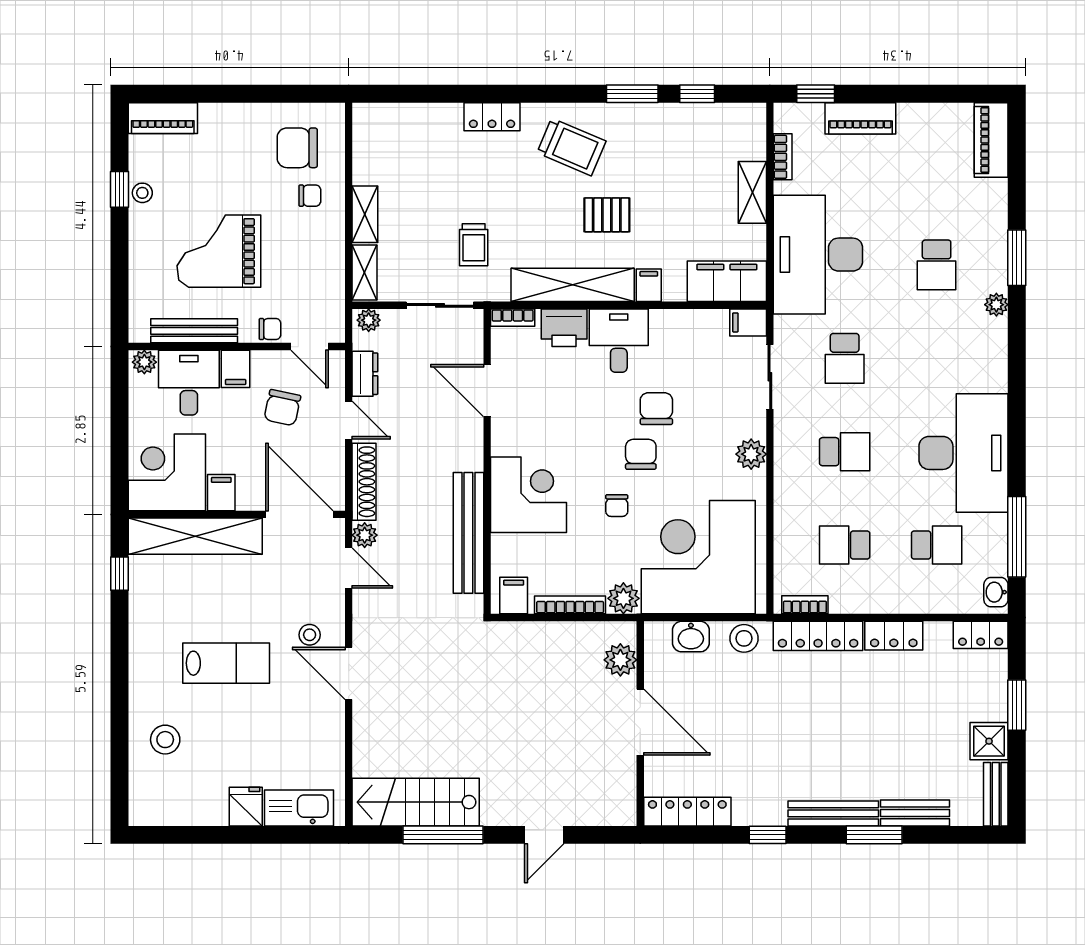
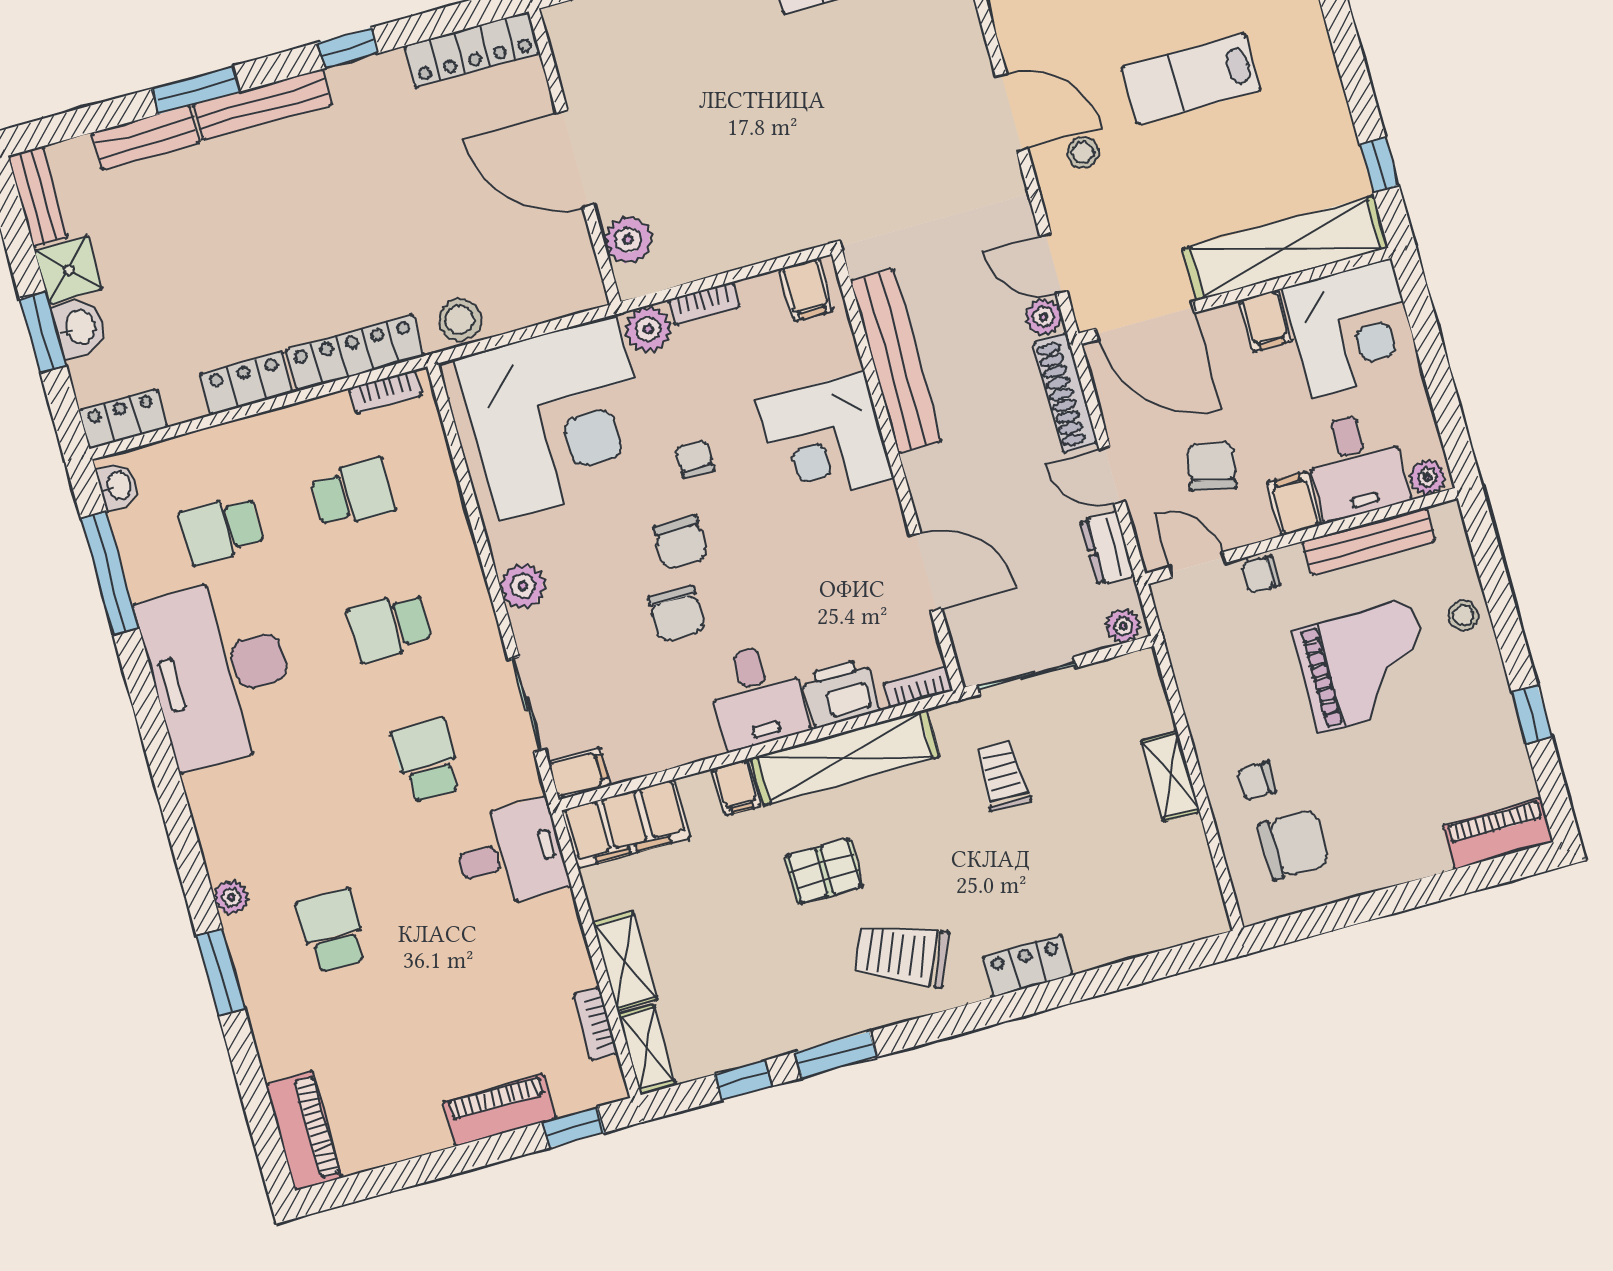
stool: (142, 193) -> (1463, 615), moved
desk: (818, 255) -> (510, 854), width x0.53, depth x0.77
shelving: (365, 272) -> (647, 1049), moved
bookcase: (570, 605) -> (704, 304), width x0.64
washbasin: (691, 637) -> (79, 328), moved, turned 90

